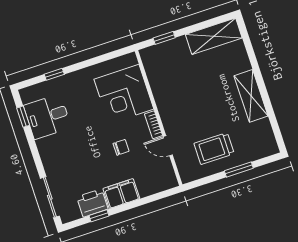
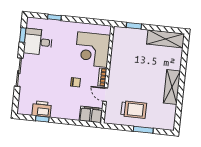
trolley: (214, 149) -> (134, 110), turned 180
filing cabinet: (121, 194) -> (91, 114), moved
sliding door: (50, 197) -> (19, 72), moved

